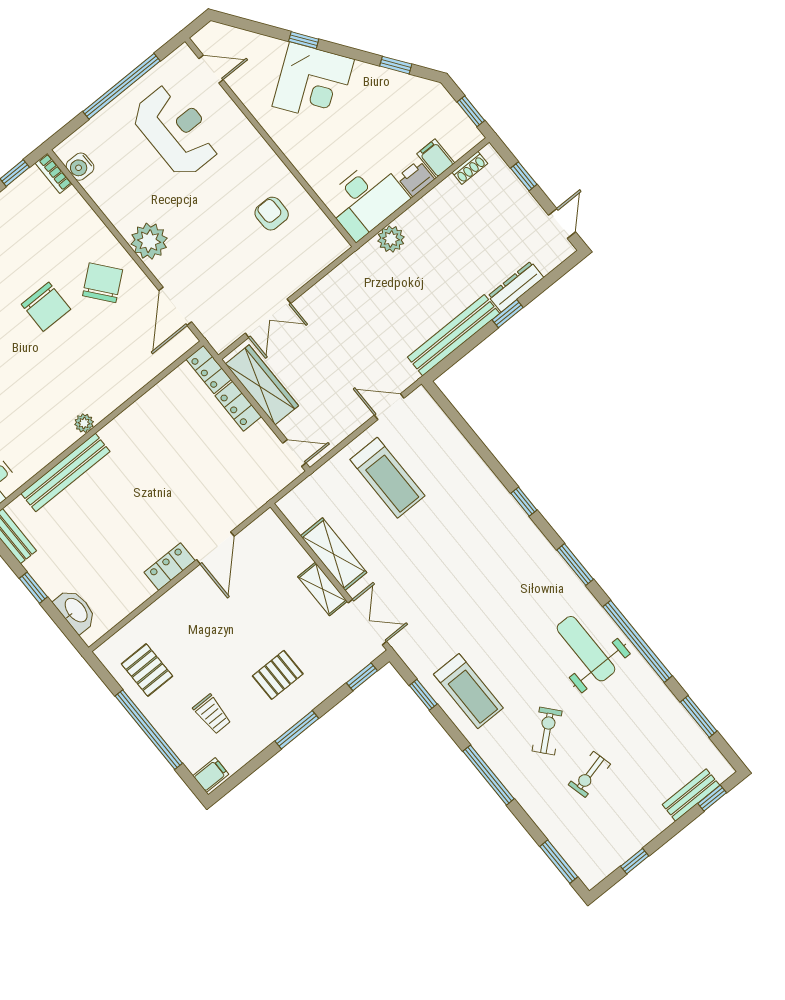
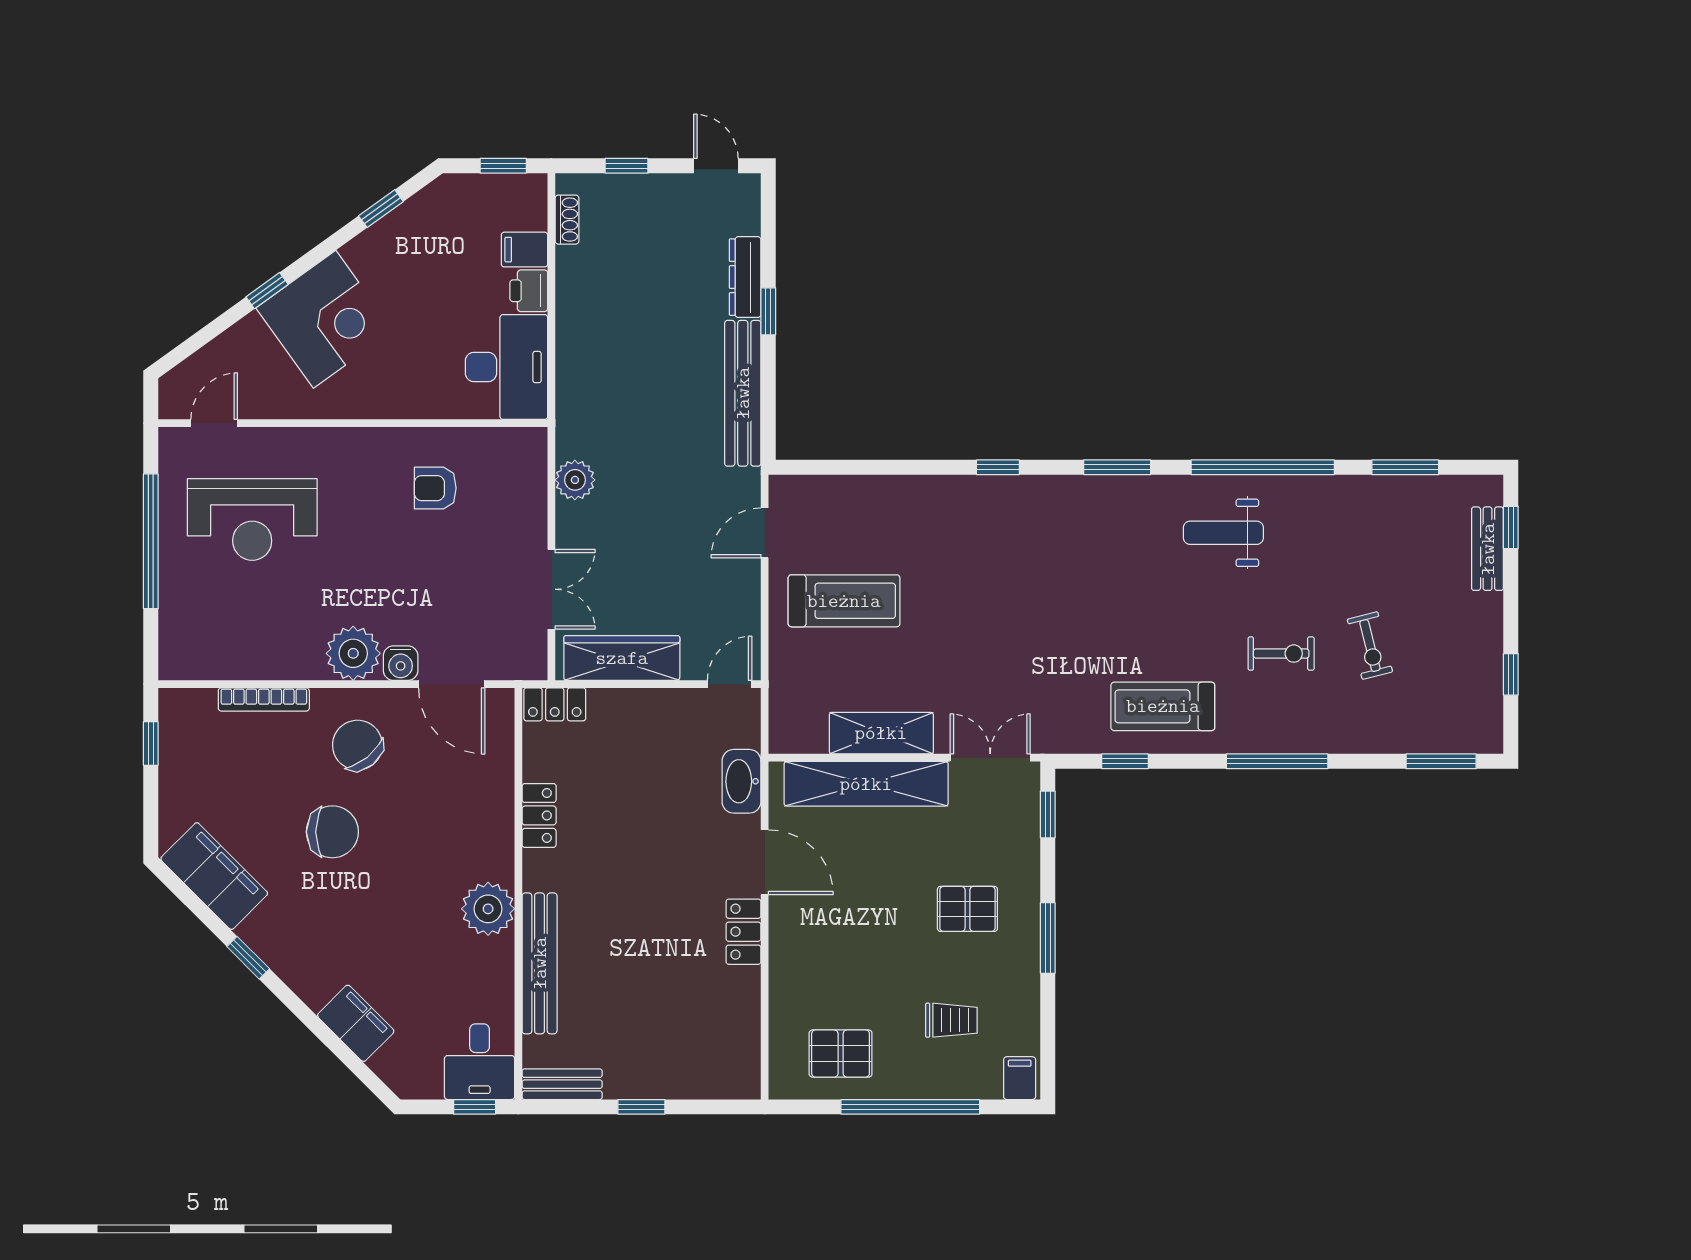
reception desk: (176, 130) -> (252, 519), turned 180
water cooler: (80, 167) -> (401, 663), moved
bookcase: (54, 173) -> (264, 699), moved, width x1.56
plant: (391, 239) -> (575, 480), moved
locker: (238, 406) -> (539, 815), moved, turned -90
plant: (84, 423) -> (488, 909), width x1.87, depth x1.87
shelving: (323, 589) -> (866, 784), width x2.20, depth x1.33
washbasin: (75, 611) -> (741, 781), moved, turned -90
weight bench: (586, 649) -> (1223, 533), width x0.73, depth x0.75
pallet: (278, 675) -> (967, 909), turned 90
treadmill: (468, 691) -> (1163, 706), turned 180
exercise bike: (547, 731) -> (1281, 654), turned 131

